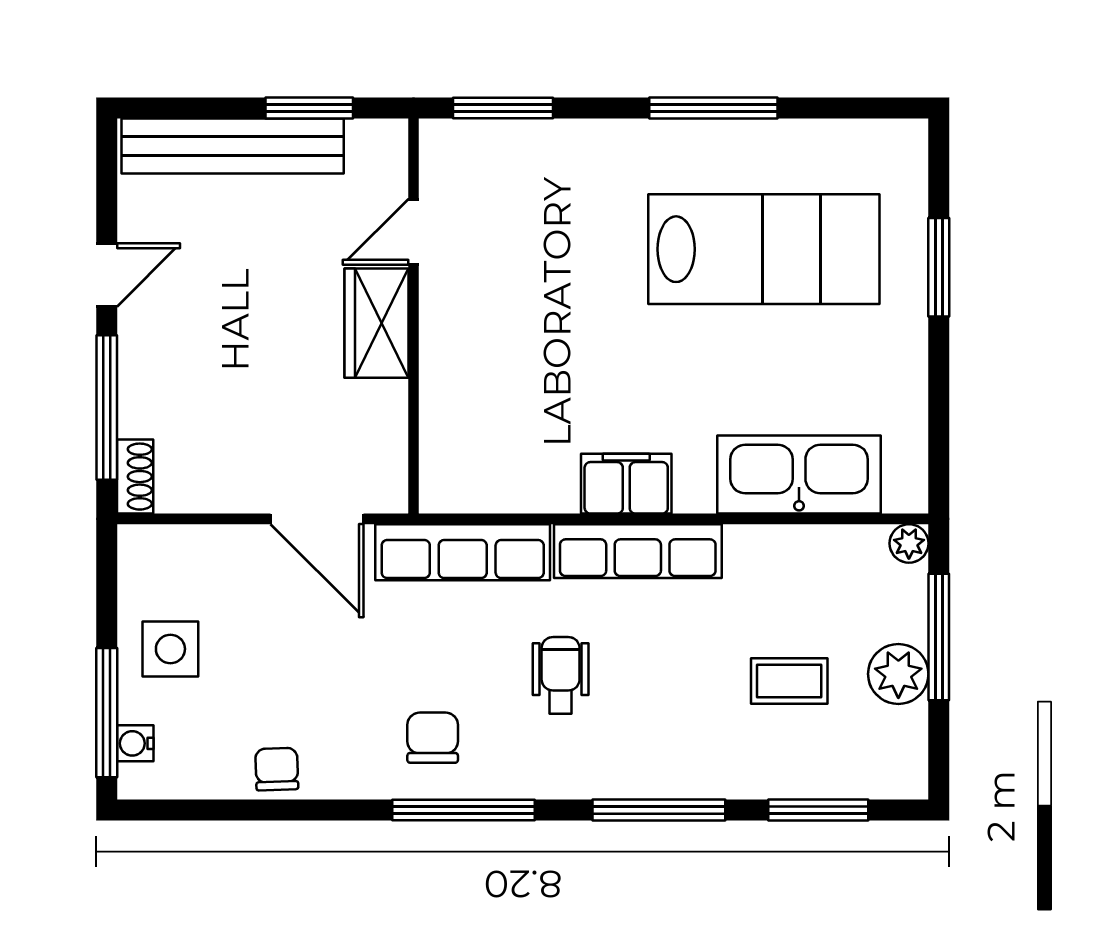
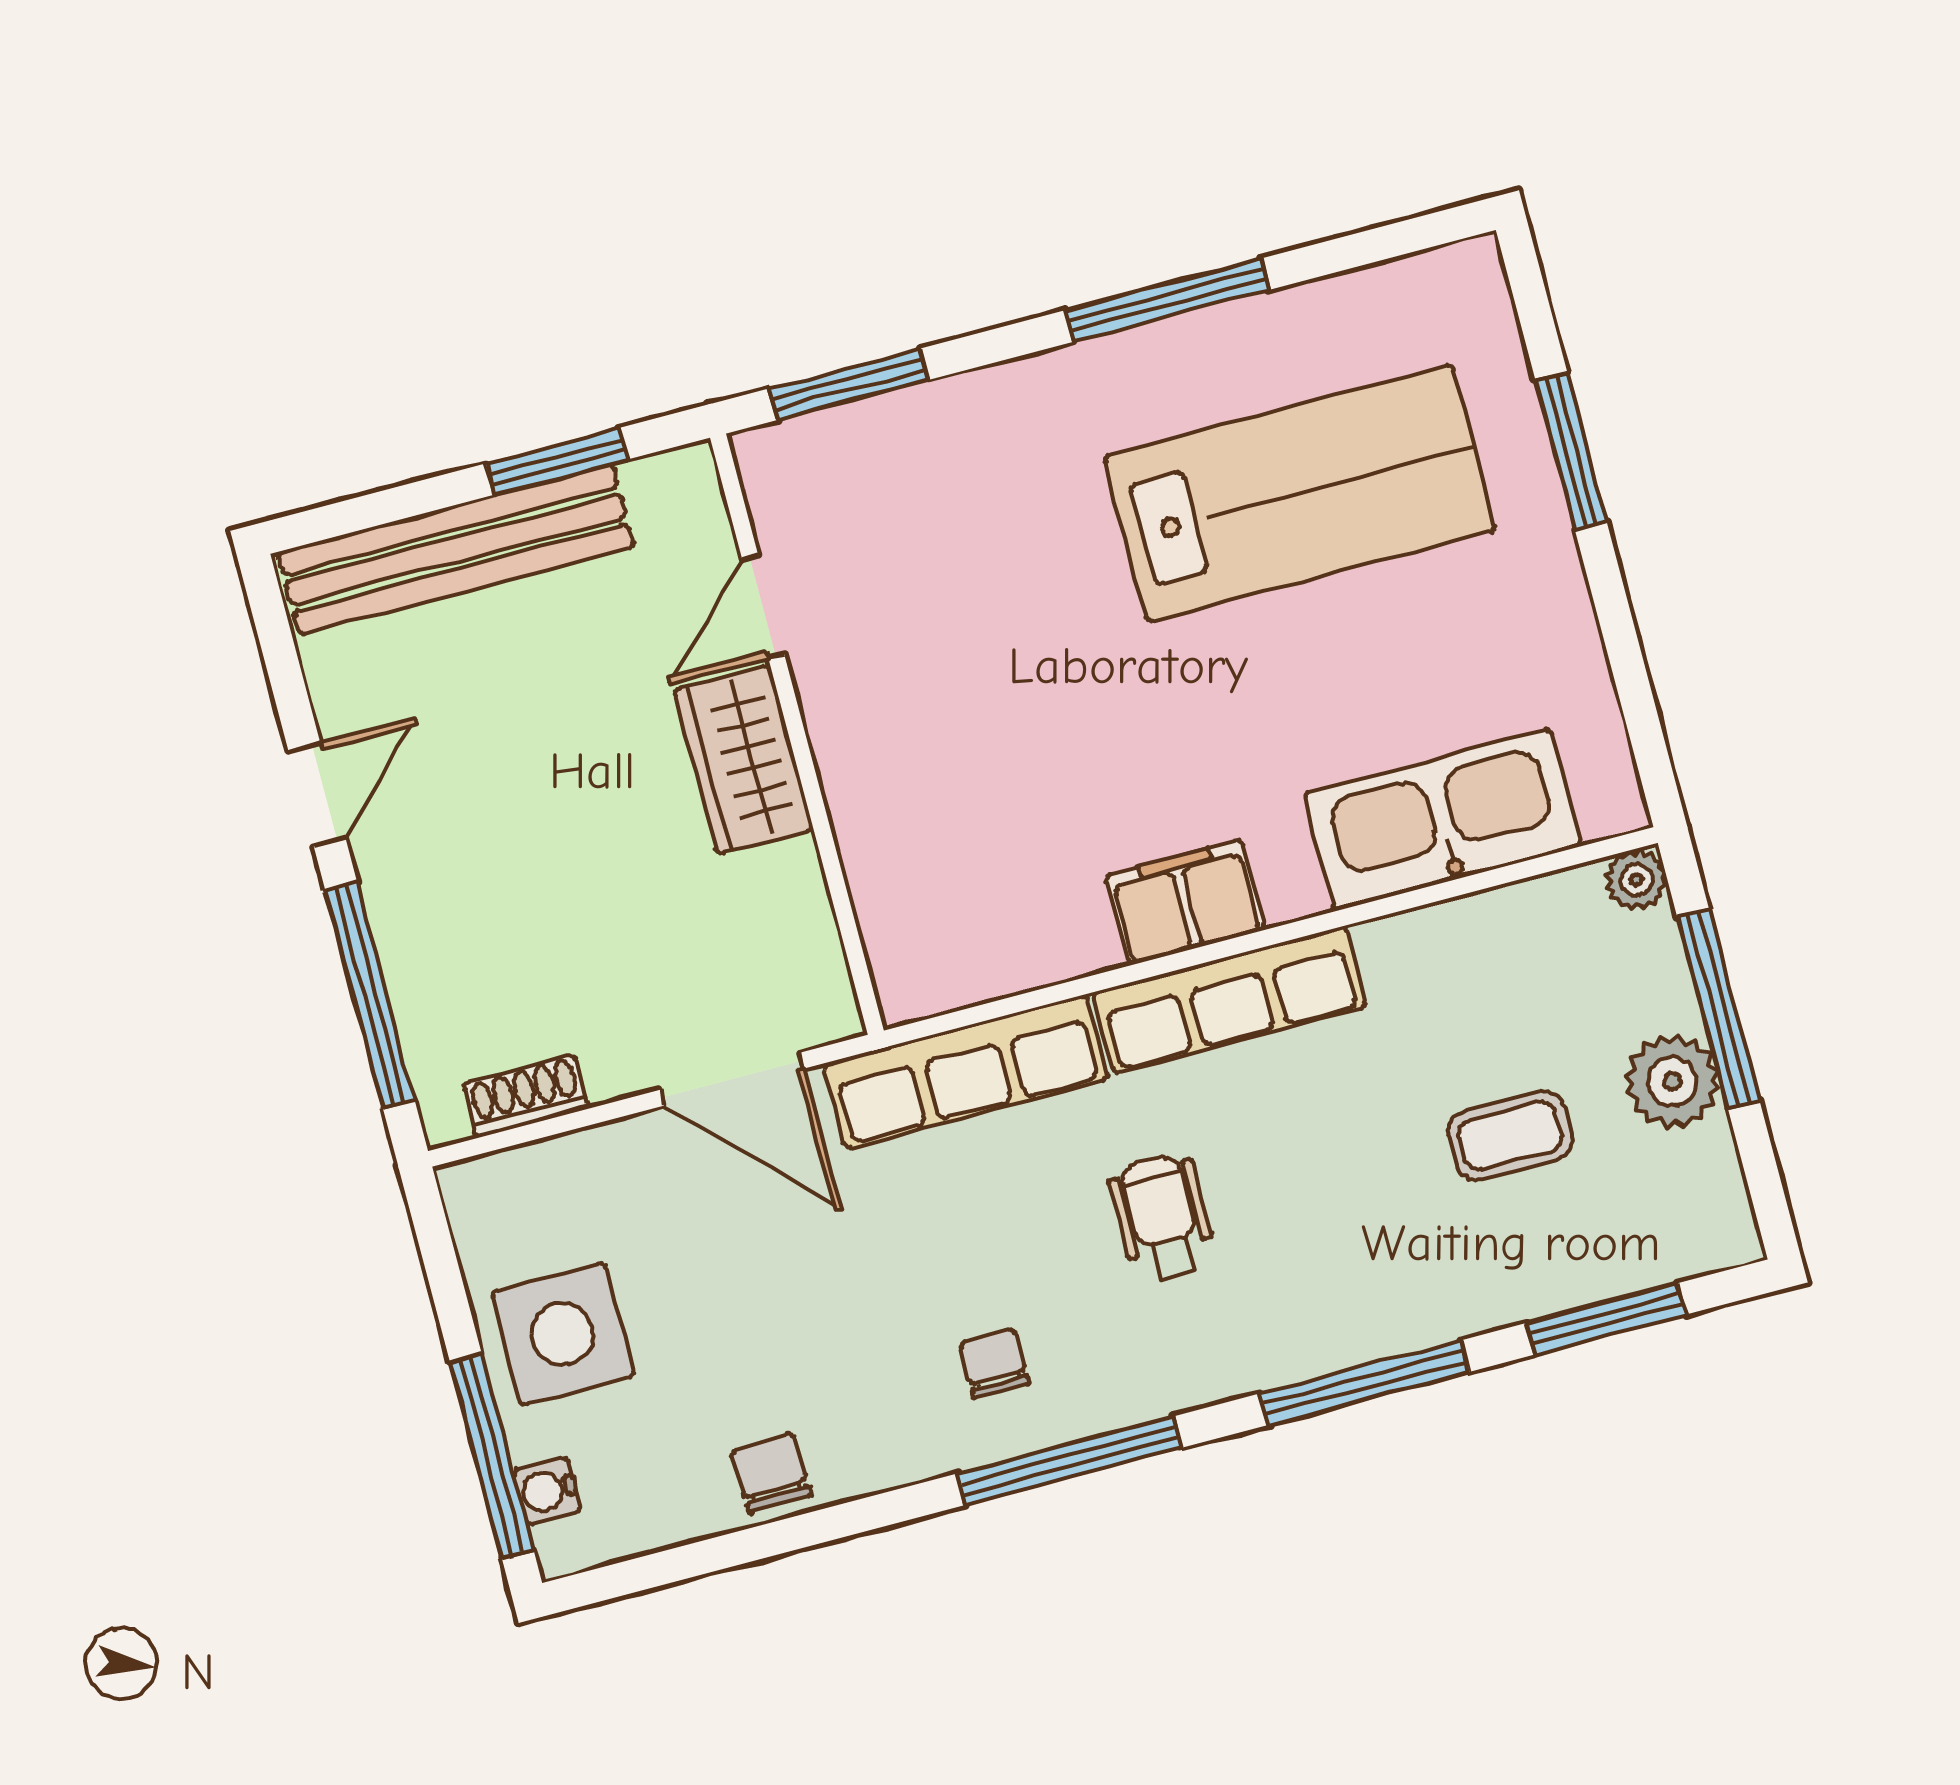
shoe rack: (135, 477) -> (526, 1096), moved, turned -90
side table: (170, 649) -> (563, 1334), width x1.37, depth x1.37
chair: (433, 738) -> (994, 1363), width x0.73, depth x0.73

